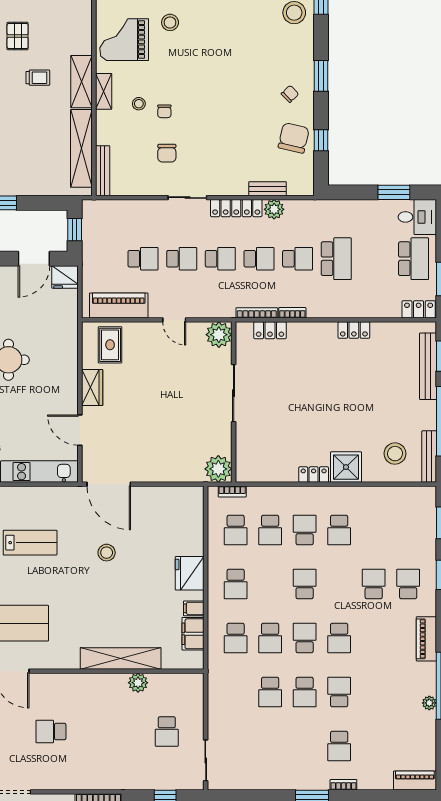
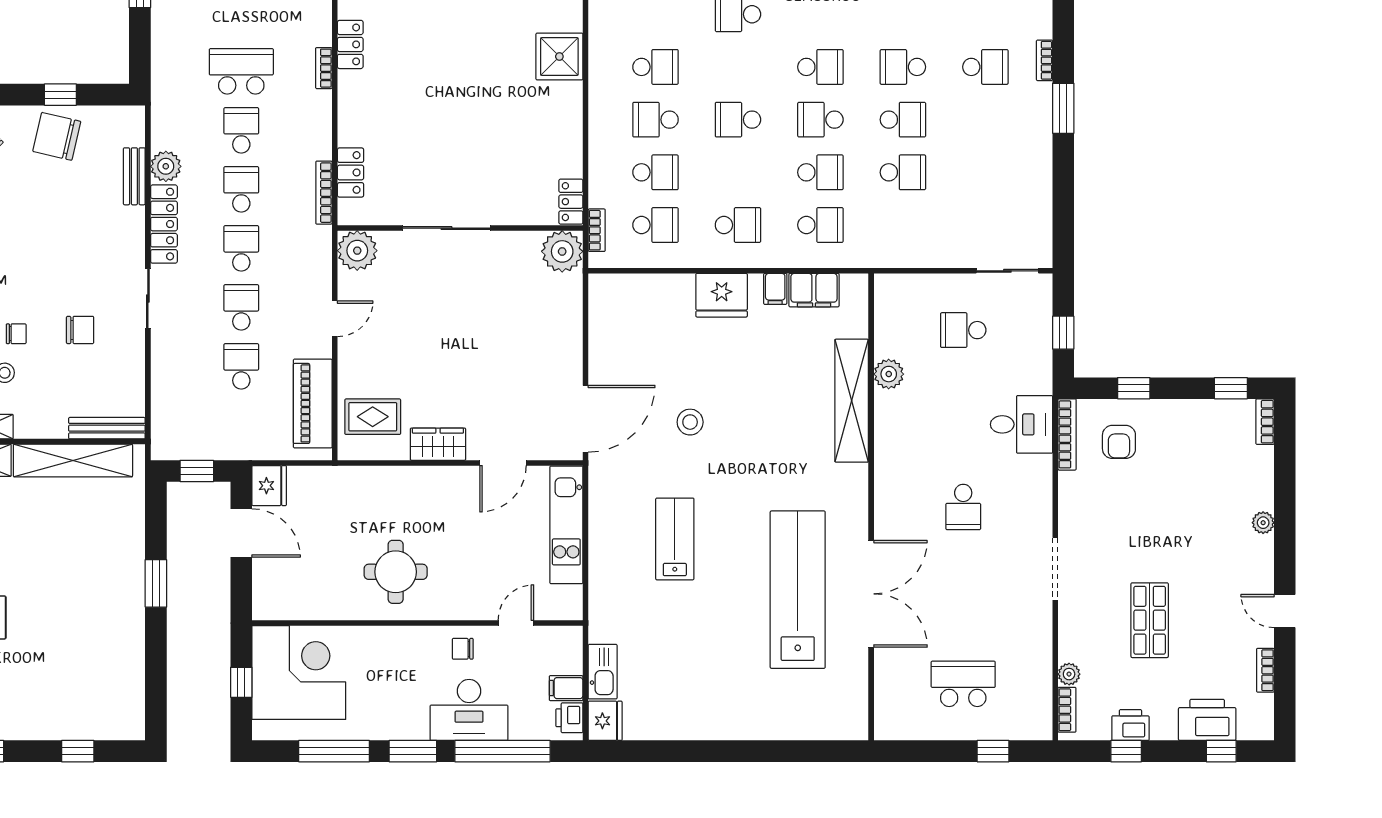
bookcase: (292, 313) -> (324, 68), moved
locker: (314, 475) -> (571, 202), moved
school desk: (167, 732) -> (963, 330), turned 180
desk: (105, 770) -> (1021, 424), added

